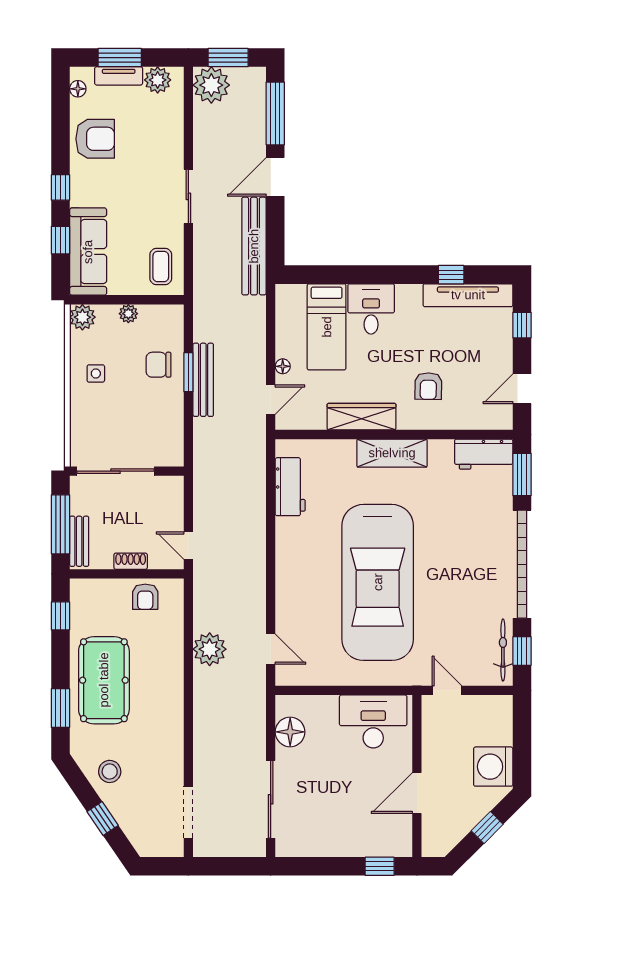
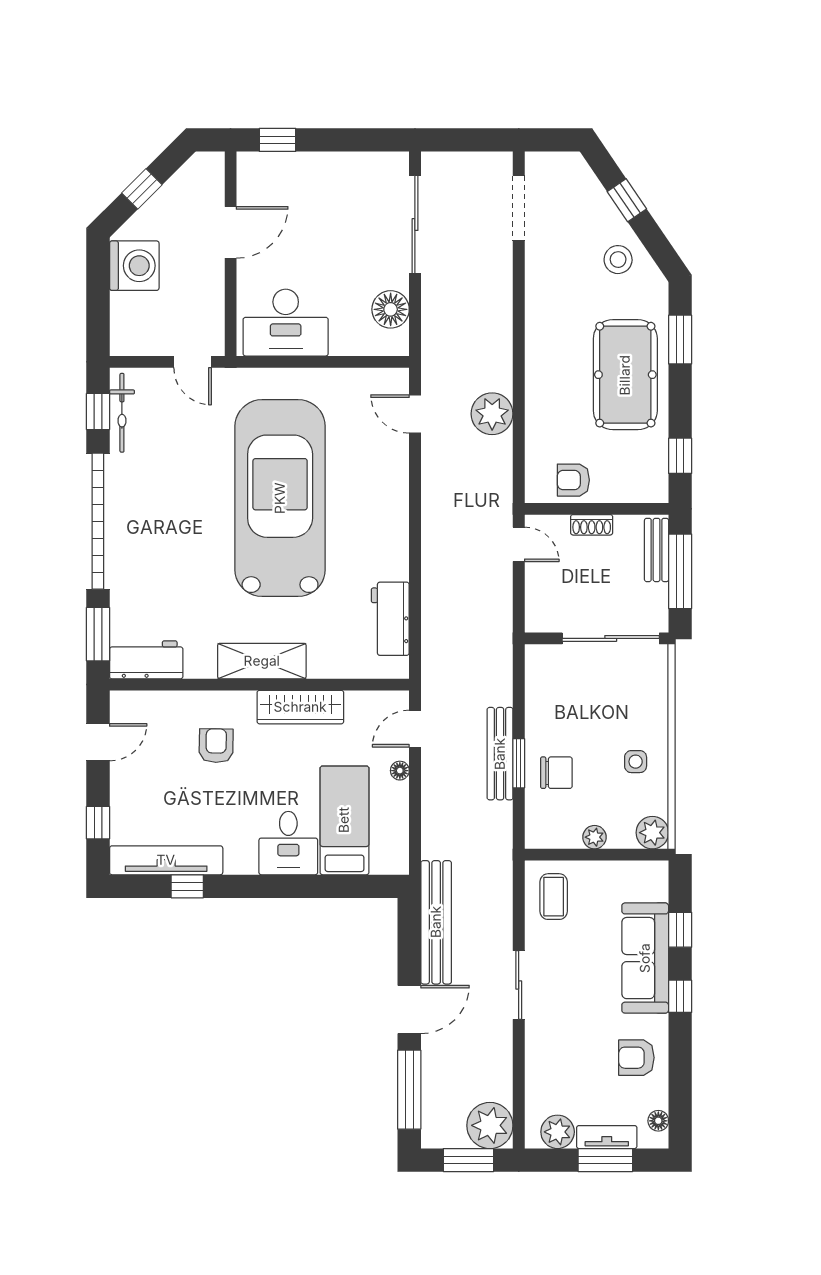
armchair: (95, 139) -> (636, 1058), width x0.72, depth x0.72
sofa: (88, 252) -> (645, 958), moved
armchair: (145, 597) -> (573, 480), turned -90

